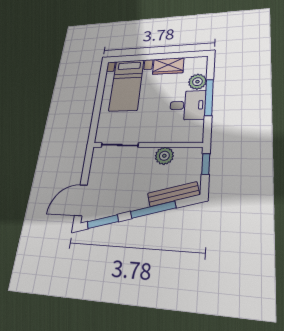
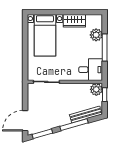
desk: (188, 105) -> (91, 70), moved
plant: (164, 156) -> (96, 89), moved

